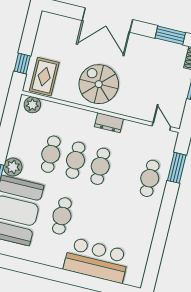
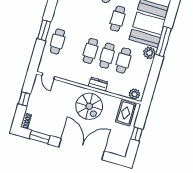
double door: (107, 20) -> (82, 149), width x1.36
window: (22, 63) -> (137, 134), moved
dresser: (109, 123) -> (98, 84), moved
window: (177, 168) -> (44, 30), moved

